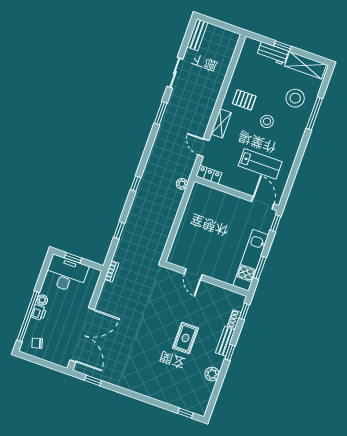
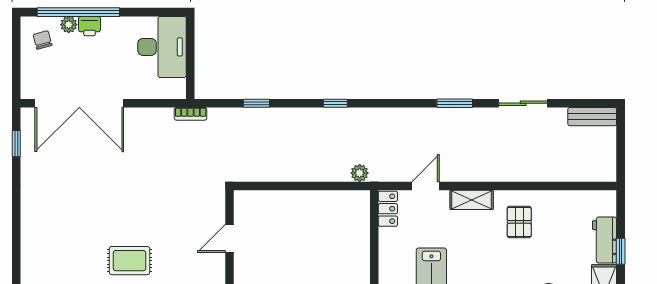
stool: (267, 121) -> (499, 268), removed
window: (73, 258) -> (190, 48), removed
plant: (42, 300) -> (69, 25), moved

